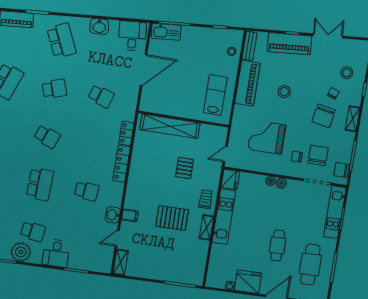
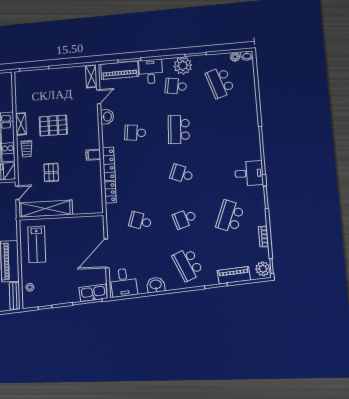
shelving: (170, 126) -> (45, 209), moved
filing cabinet: (130, 215) -> (93, 155), moved
piano: (89, 262) -> (120, 70), added

